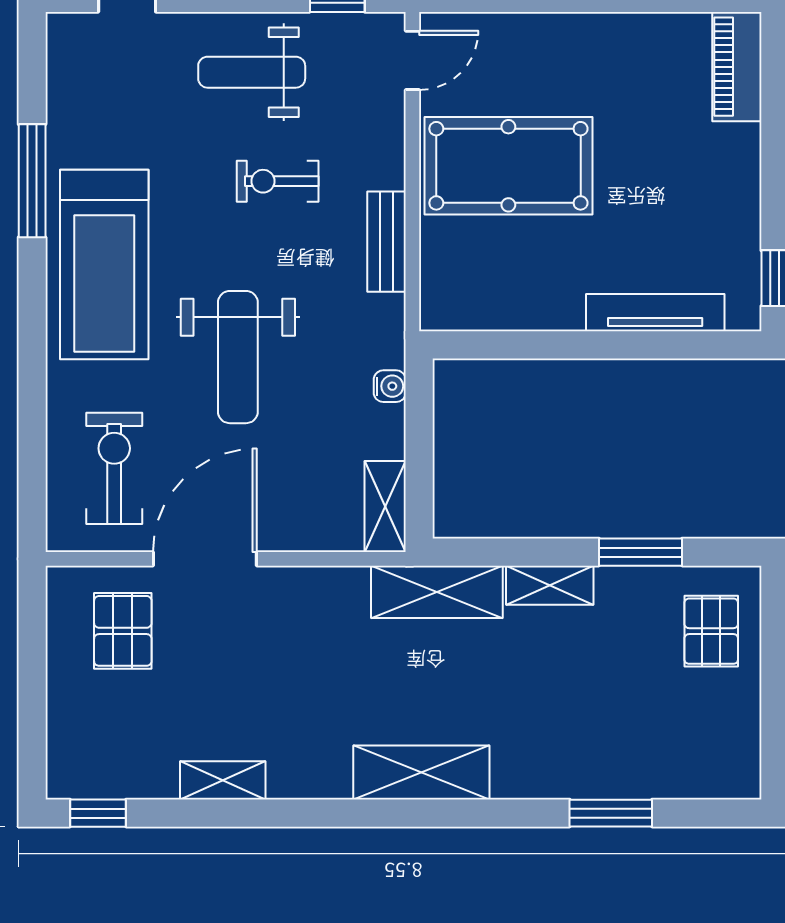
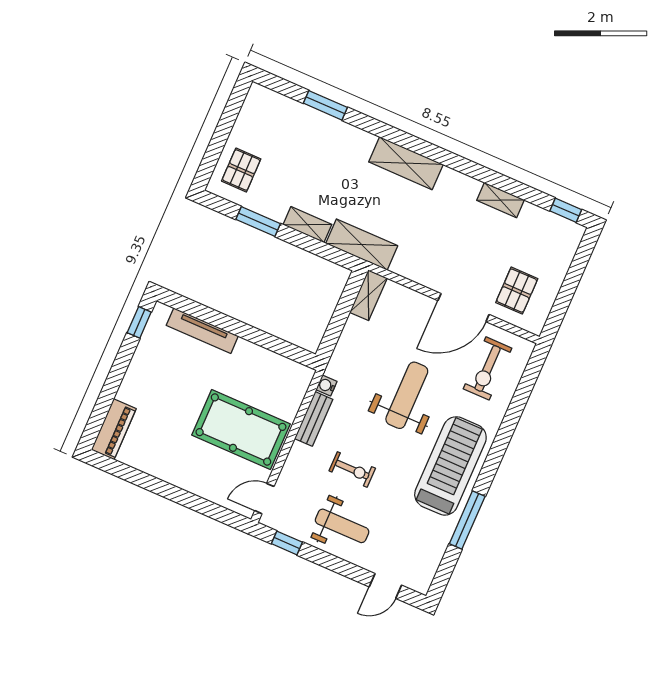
water cooler: (390, 386) -> (326, 386), moved

